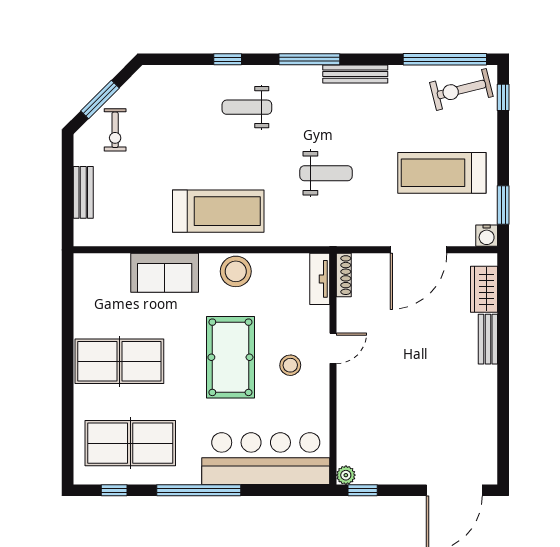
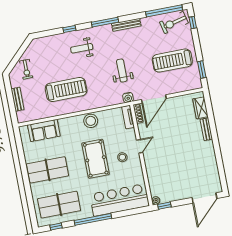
window: (100, 99) -> (17, 57), removed
weight bench: (326, 173) -> (122, 70), turned -90
treadmill: (218, 211) -> (66, 90), moved
water cooler: (487, 236) -> (128, 97), moved
door: (419, 250) -> (154, 99), moved
sofa: (165, 273) -> (44, 131), moved

